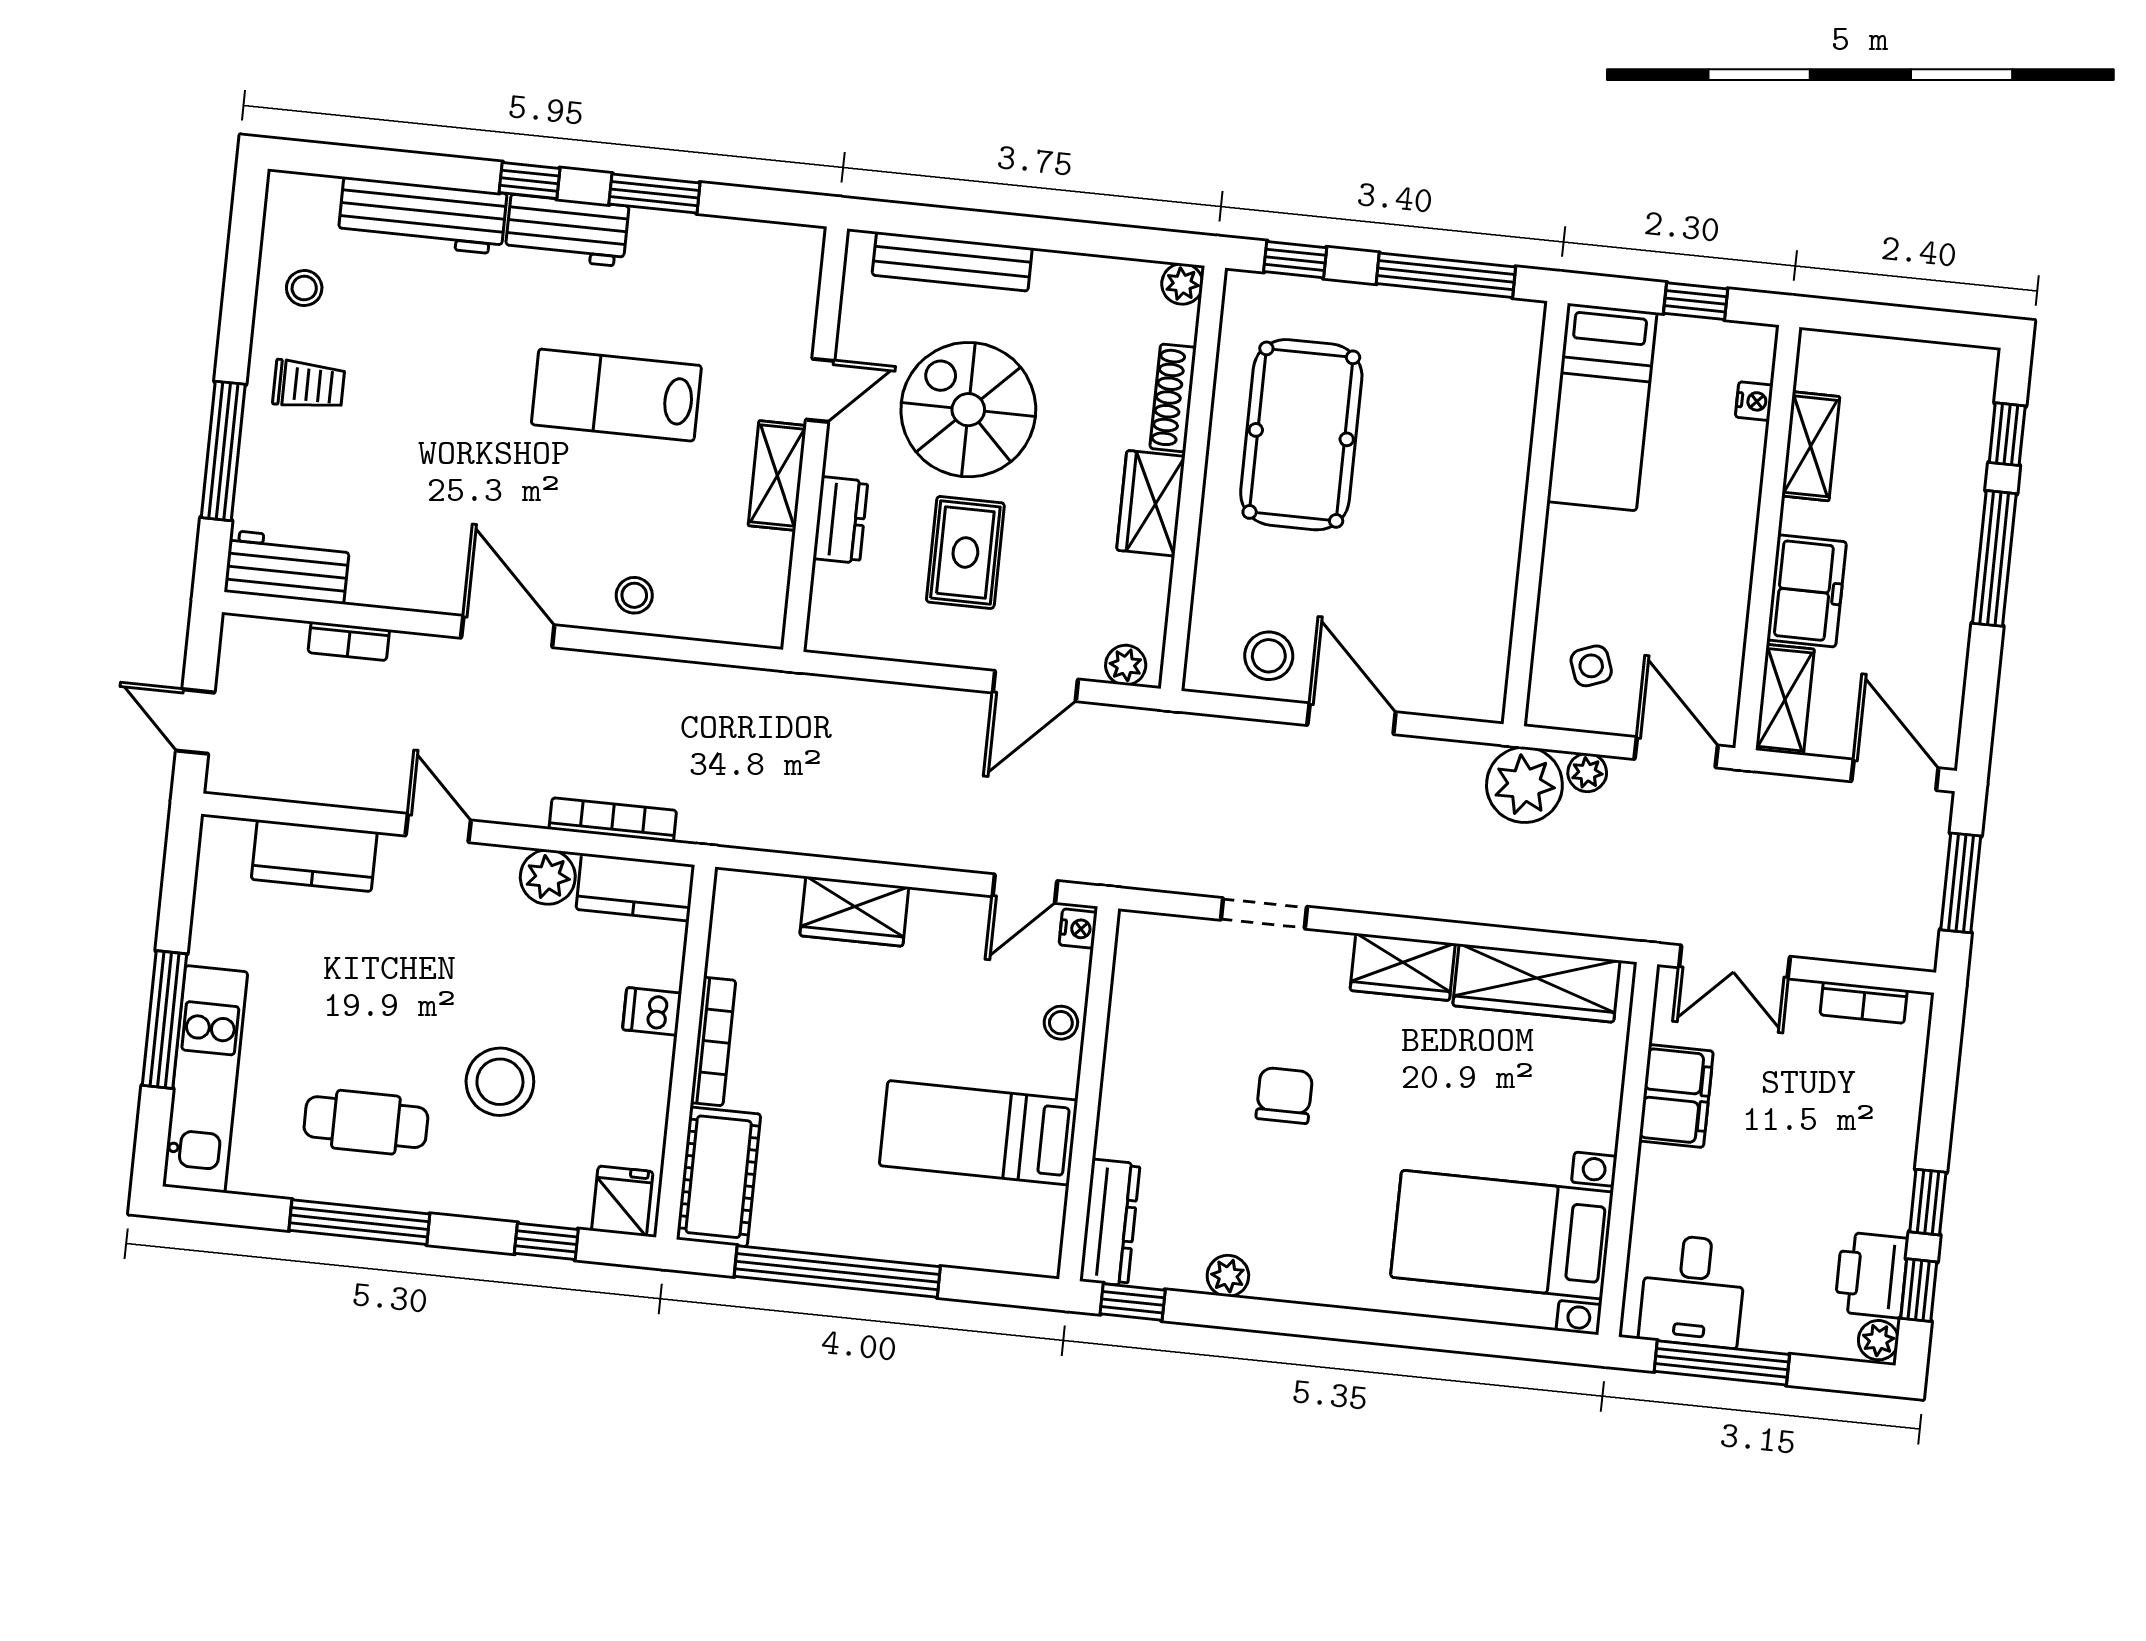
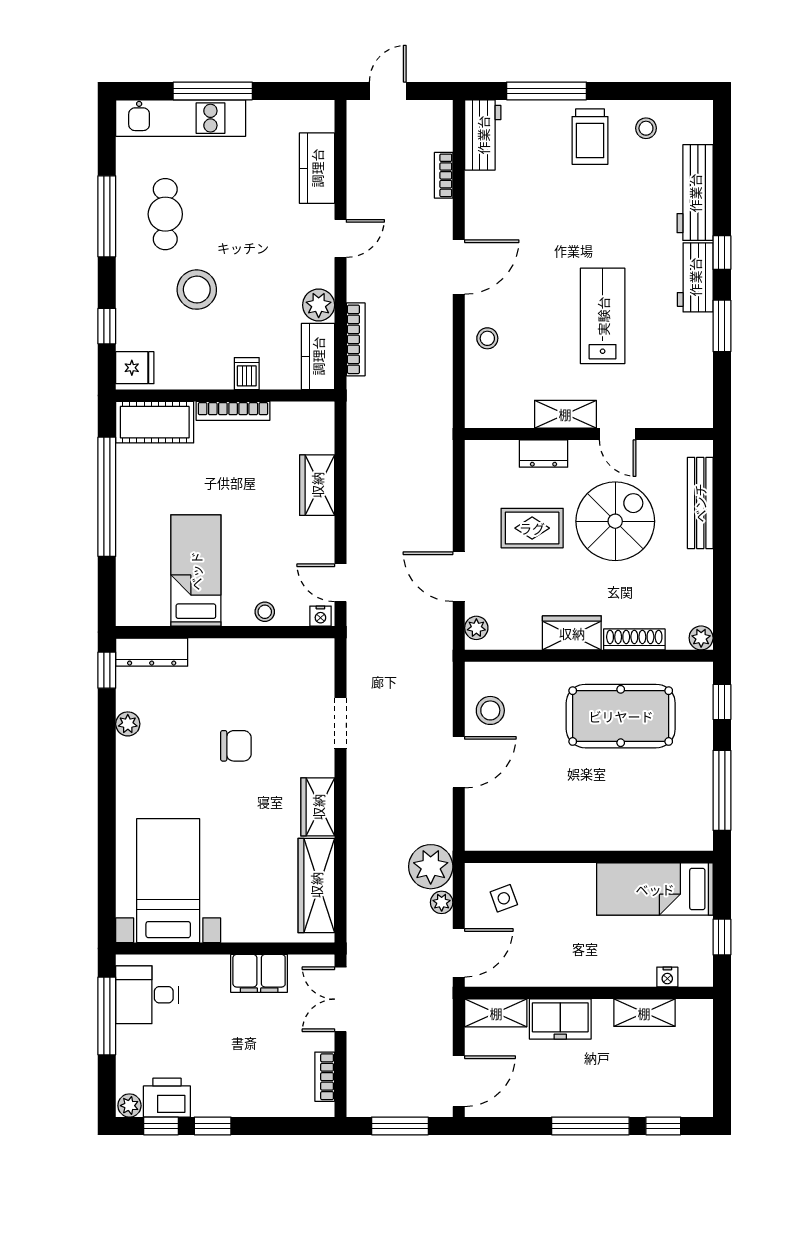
trolley: (309, 385) -> (590, 137), width x1.36, depth x1.39

